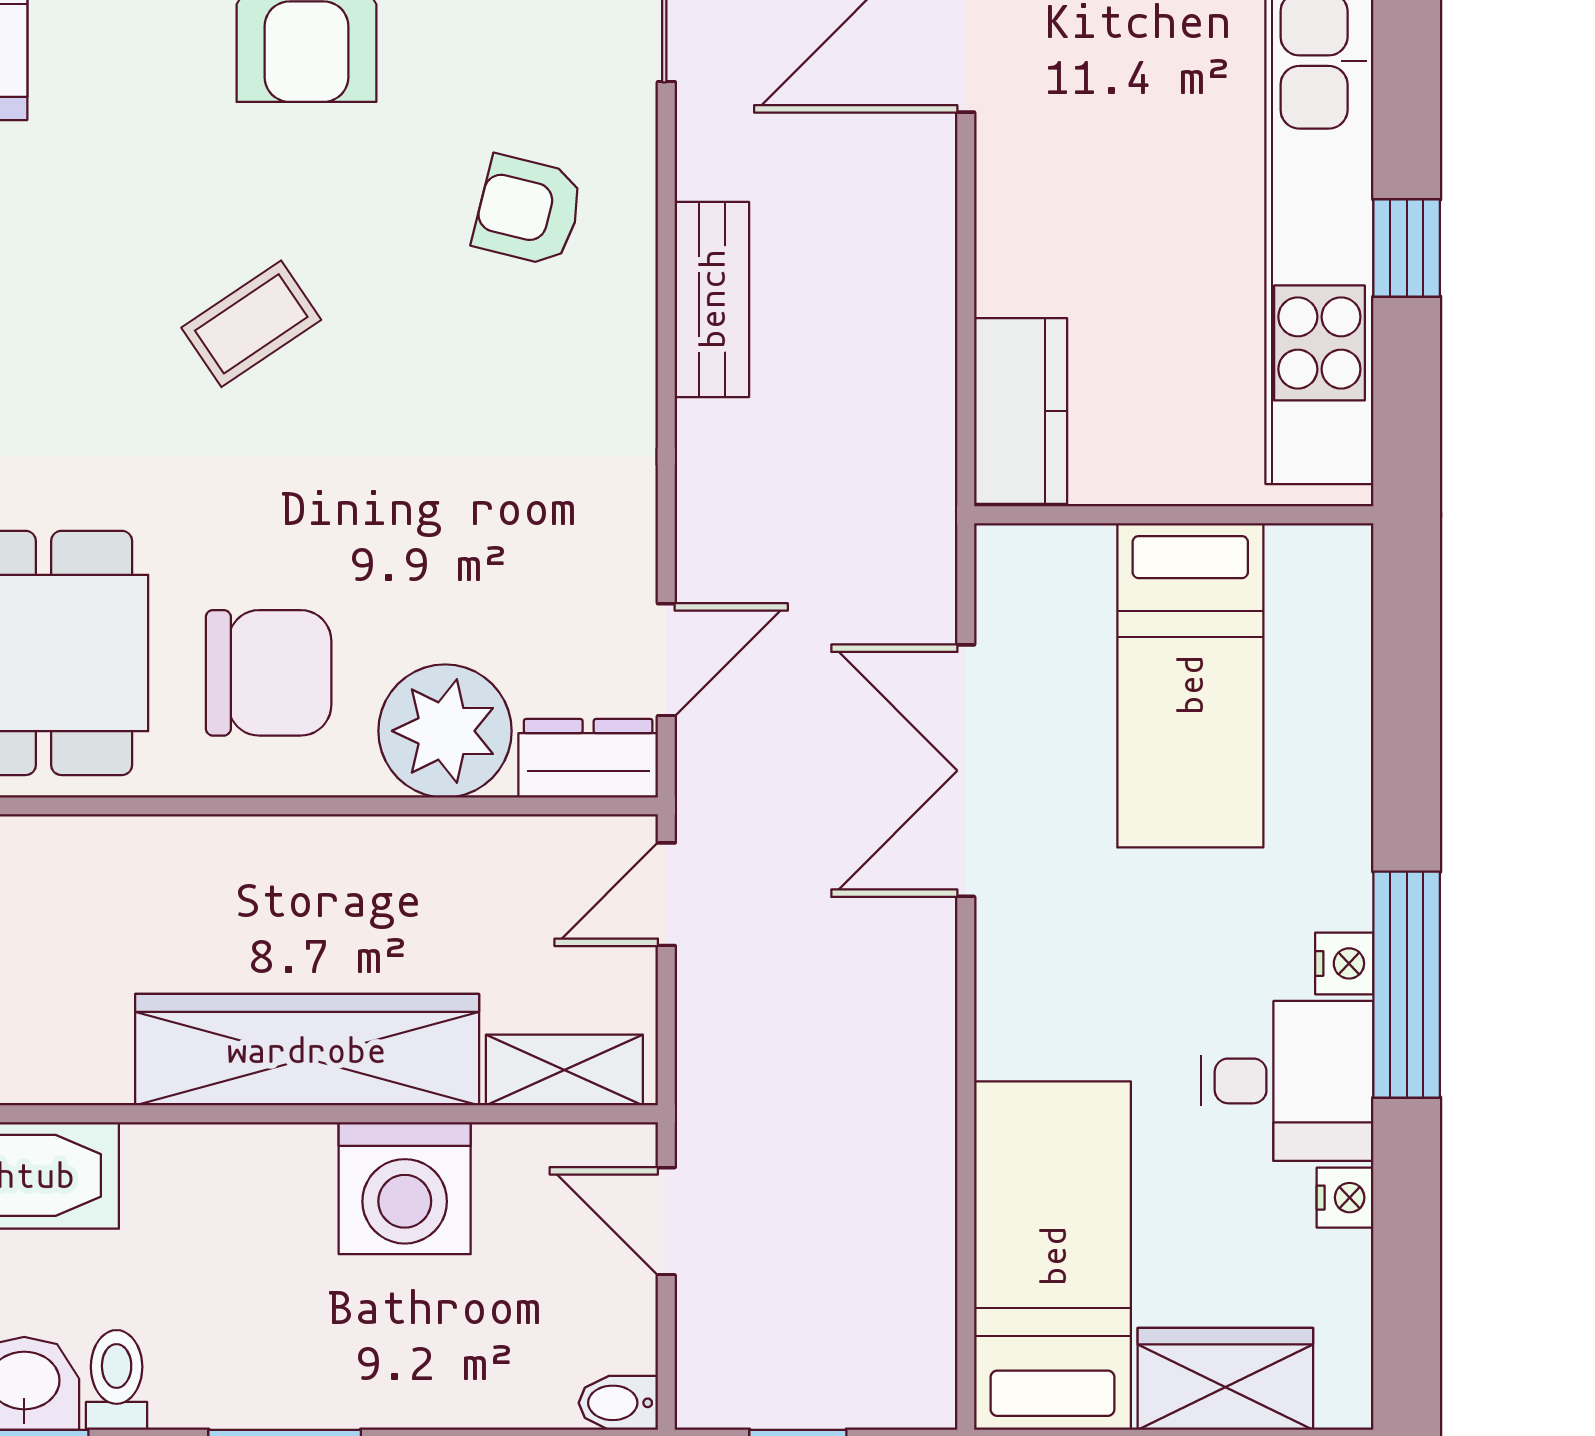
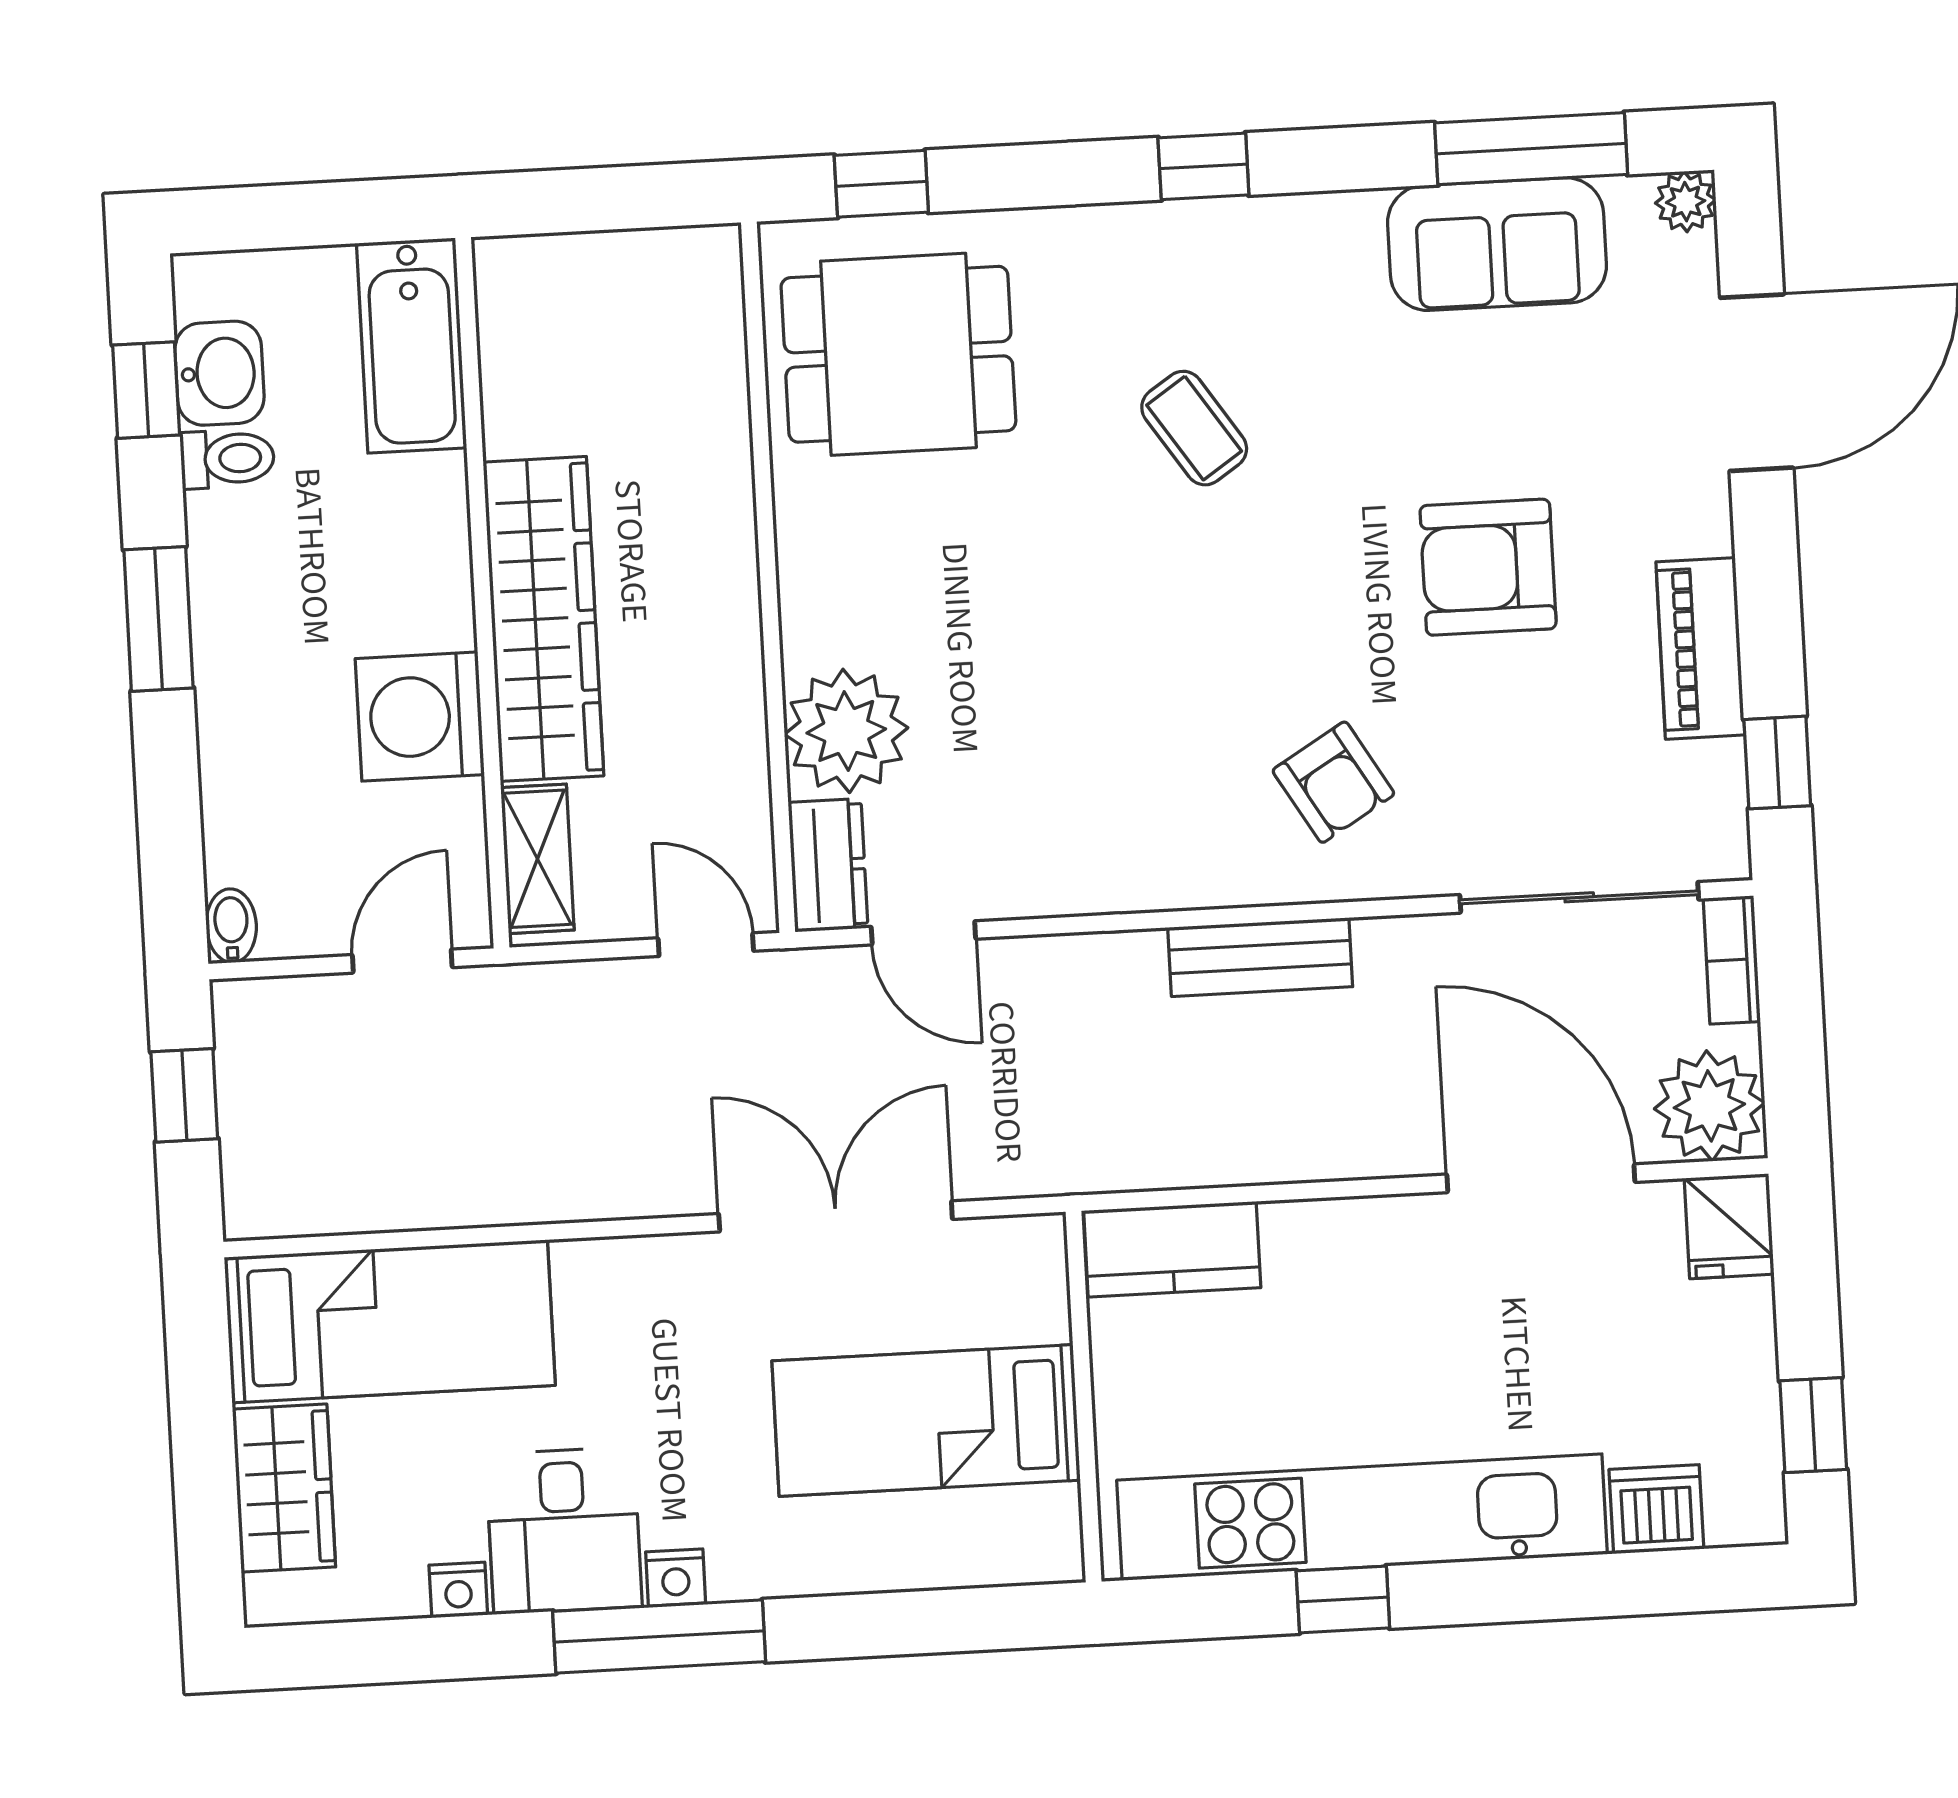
armchair: (528, 211) -> (1333, 782), turned 135
coffee table: (251, 324) -> (1194, 428), moved
chair: (269, 673) -> (891, 564), removed

